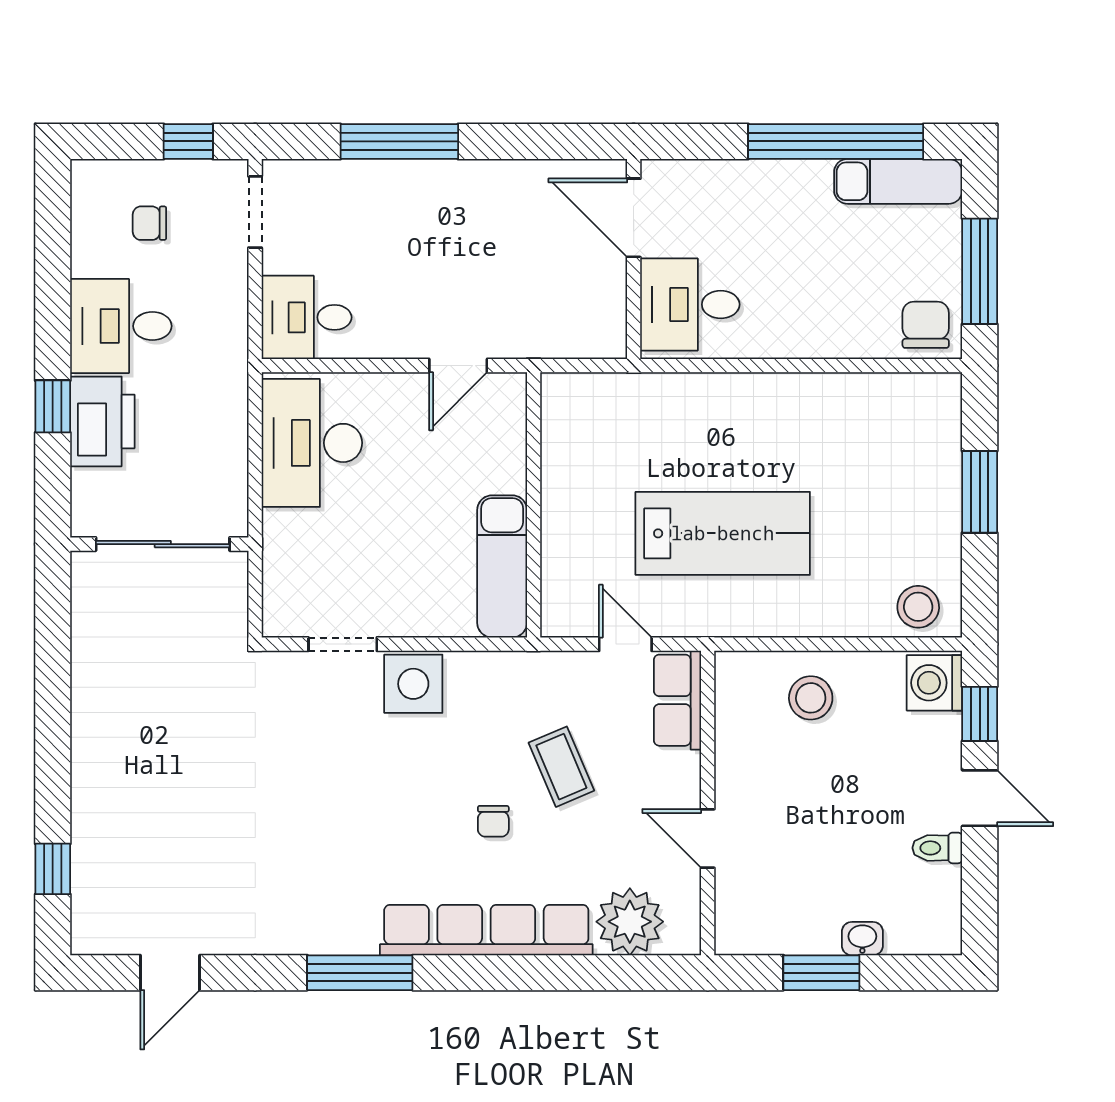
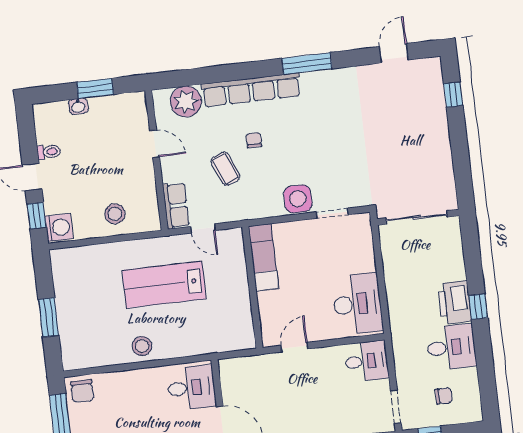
wall: (159, 544) -> (418, 217), moved
sliding door: (163, 544) -> (417, 218), moved
stool: (918, 607) -> (142, 346), moved

